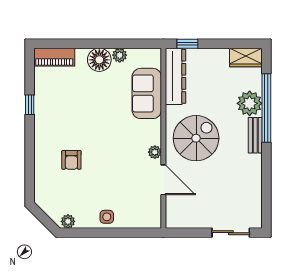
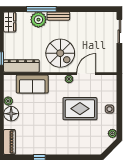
window: (266, 108) -> (41, 9), width x0.68
spiral stairs: (196, 138) -> (60, 53), turned 180
armchair: (71, 160) -> (74, 131), removed
rug: (107, 170) -> (80, 109), added

